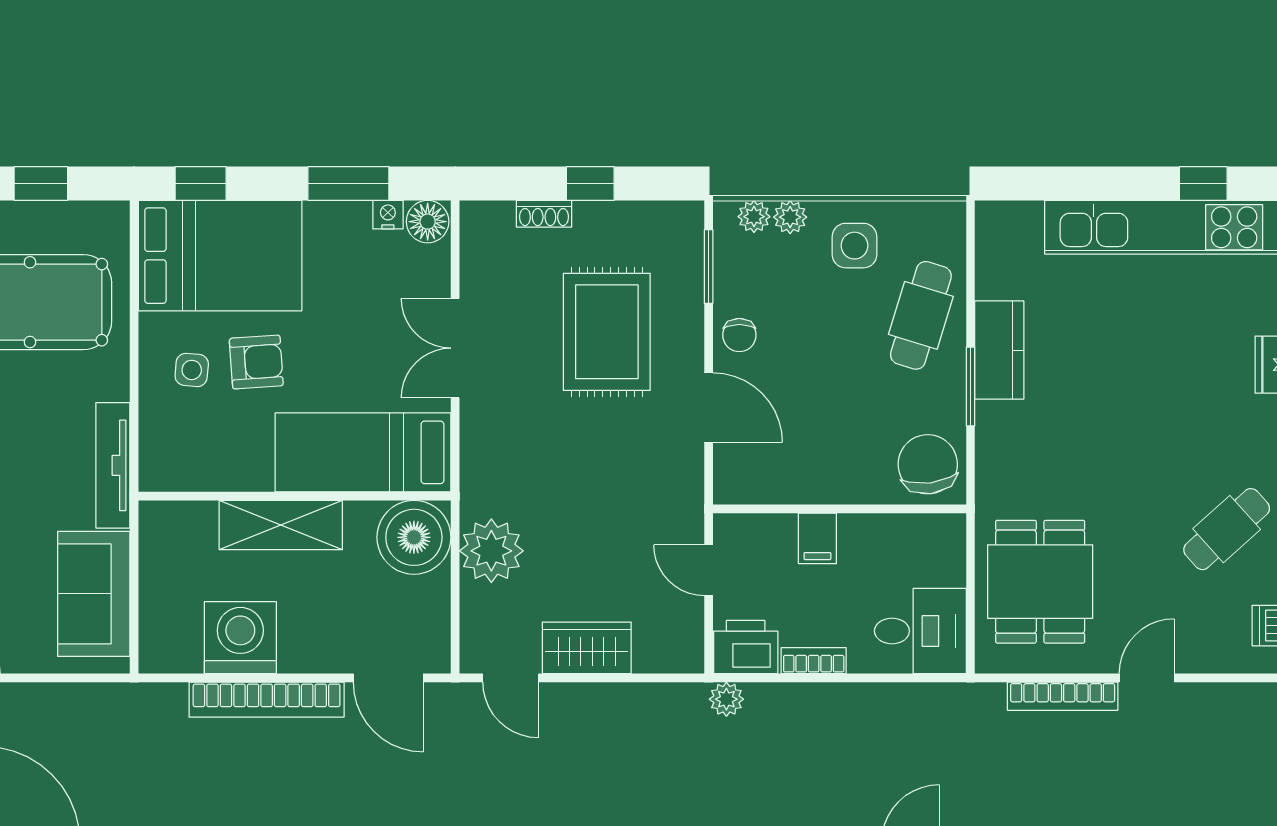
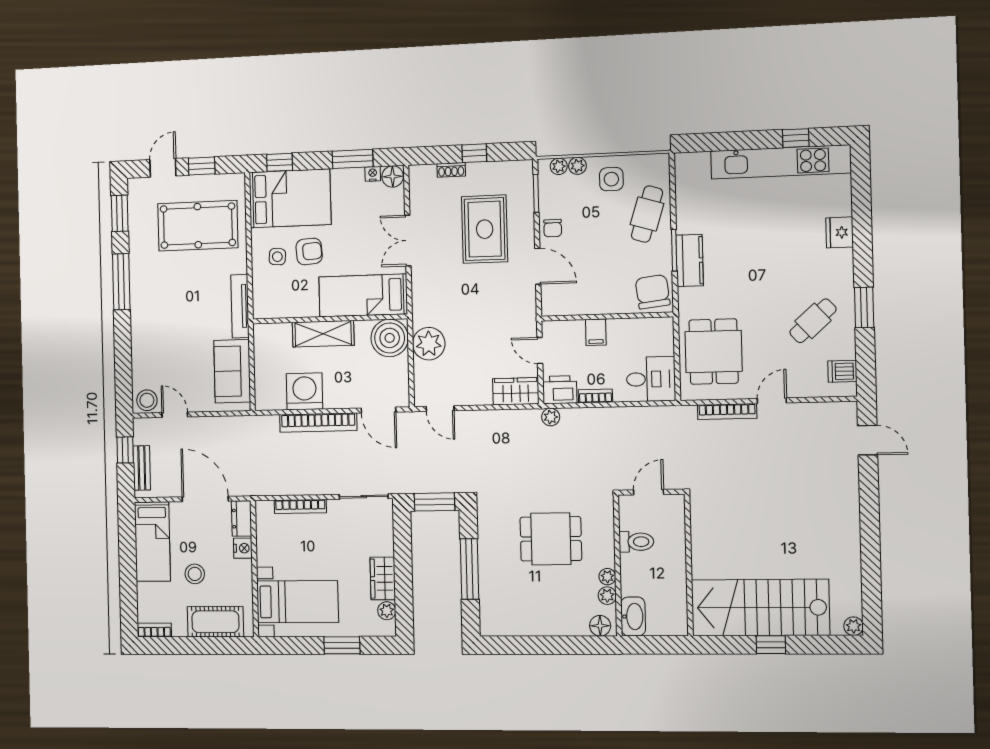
kitchen counter: (999, 350) -> (690, 260), moved
wardrobe: (587, 648) -> (516, 391), moved

